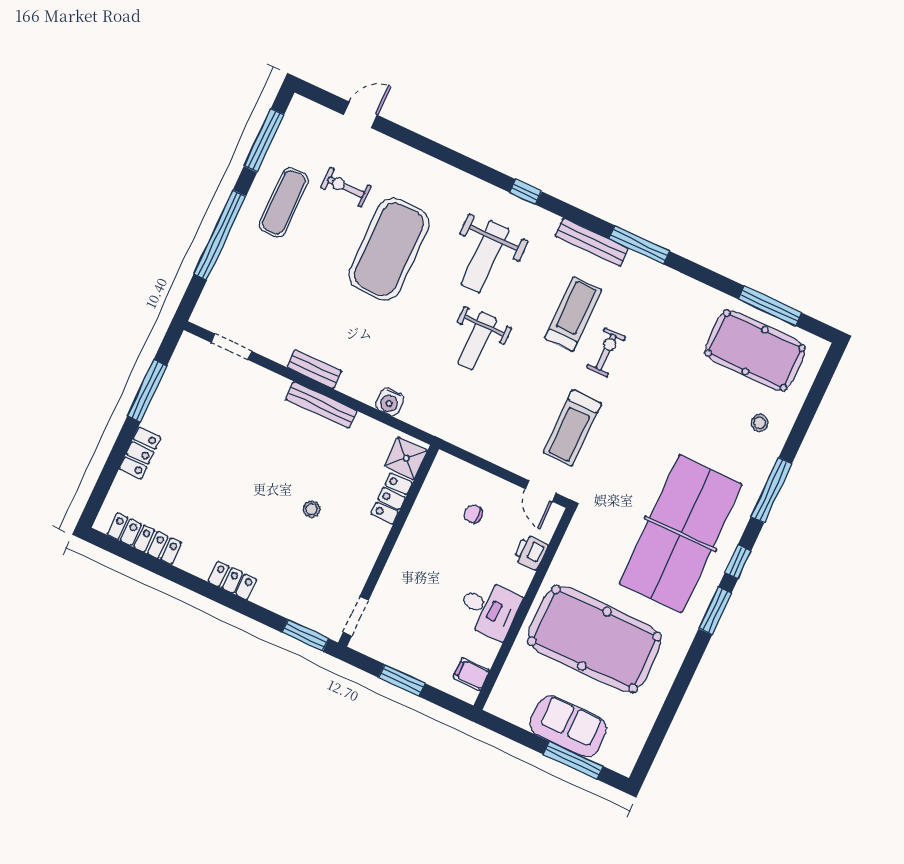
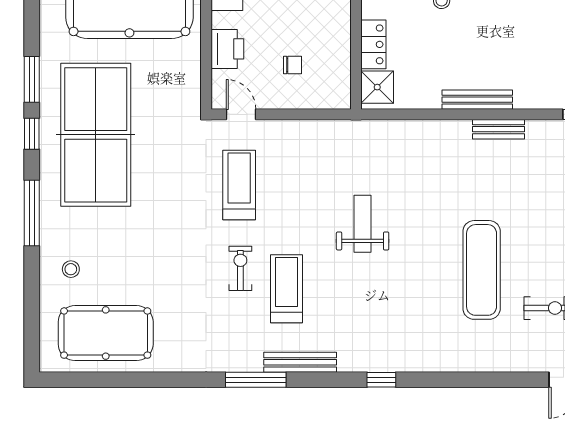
exercise mat: (389, 249) -> (482, 270), width x0.68
weight bench: (485, 257) -> (391, 304), removed
window: (770, 306) -> (111, 380), removed
treadmill: (573, 314) -> (287, 289), turned 180
exercise bike: (606, 352) -> (240, 268), turned 180
water cooler: (390, 402) -> (416, 132), removed
printer: (531, 553) -> (227, 49), width x1.36, depth x1.24

